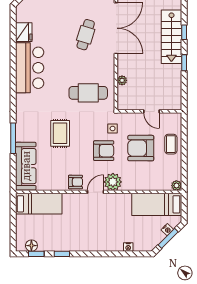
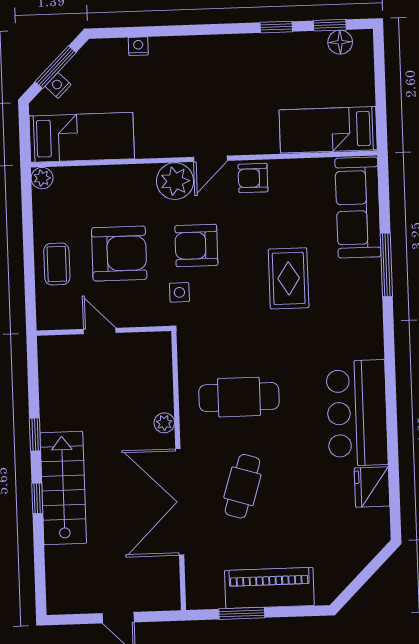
plant: (122, 80) -> (164, 423), moved
cafe table: (88, 93) -> (239, 397), moved

